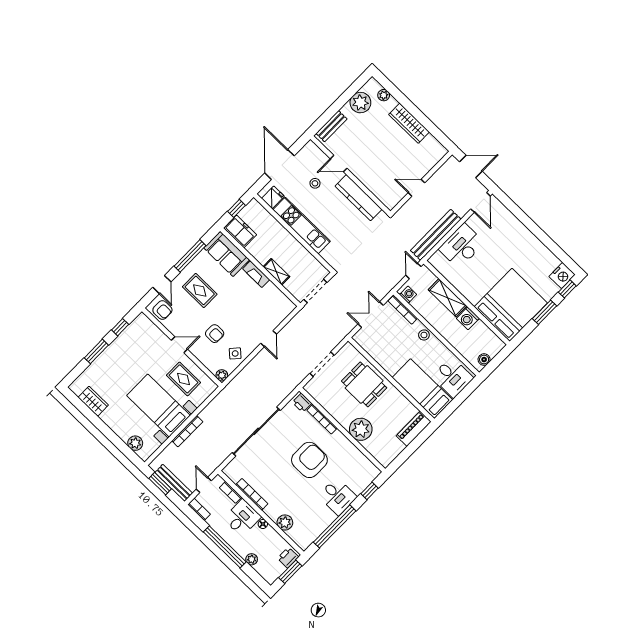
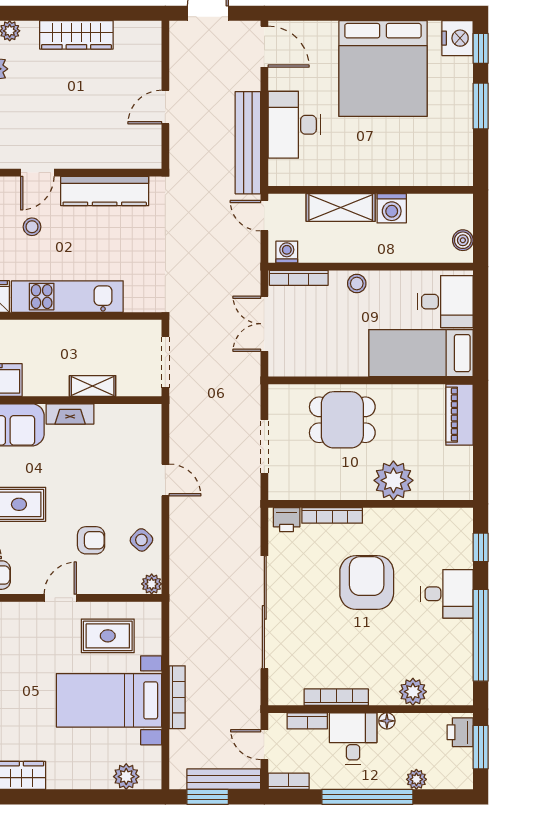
bed: (511, 305) -> (383, 69), moved, turned 180

